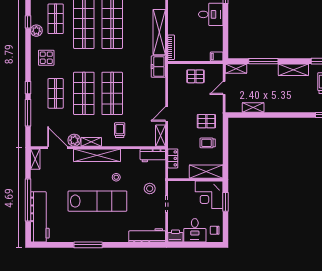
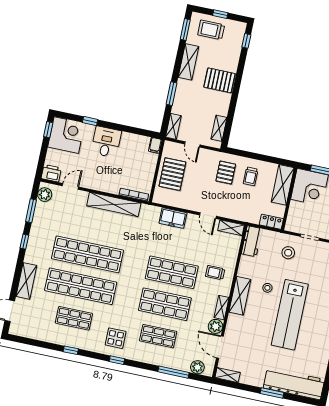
plant: (36, 31) -> (197, 367), moved
window: (263, 61) -> (172, 94), width x0.69
freezer: (158, 67) -> (173, 218), moved
pallet: (195, 76) -> (172, 174), width x1.50, depth x1.42
window: (28, 88) -> (117, 360), moved
pallet: (283, 99) -> (220, 80), added
shelving: (253, 107) -> (219, 128), moved
door: (58, 148) -> (220, 347), hinge flipped
shelving: (97, 155) -> (240, 296), width x0.68
locker: (173, 158) -> (271, 222), moved
window: (28, 200) -> (272, 393), width x0.47
lab bench: (97, 201) -> (290, 315), turned 180

